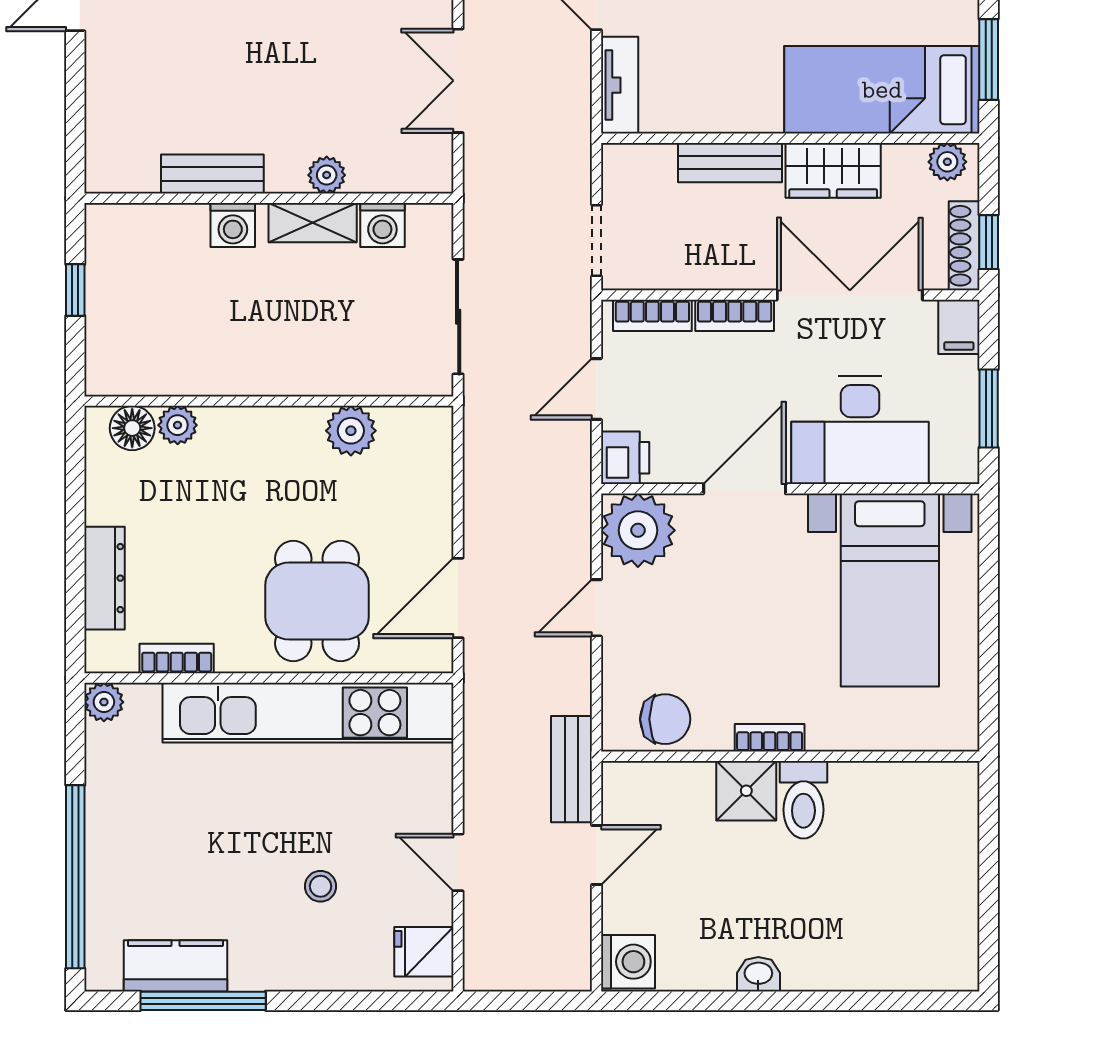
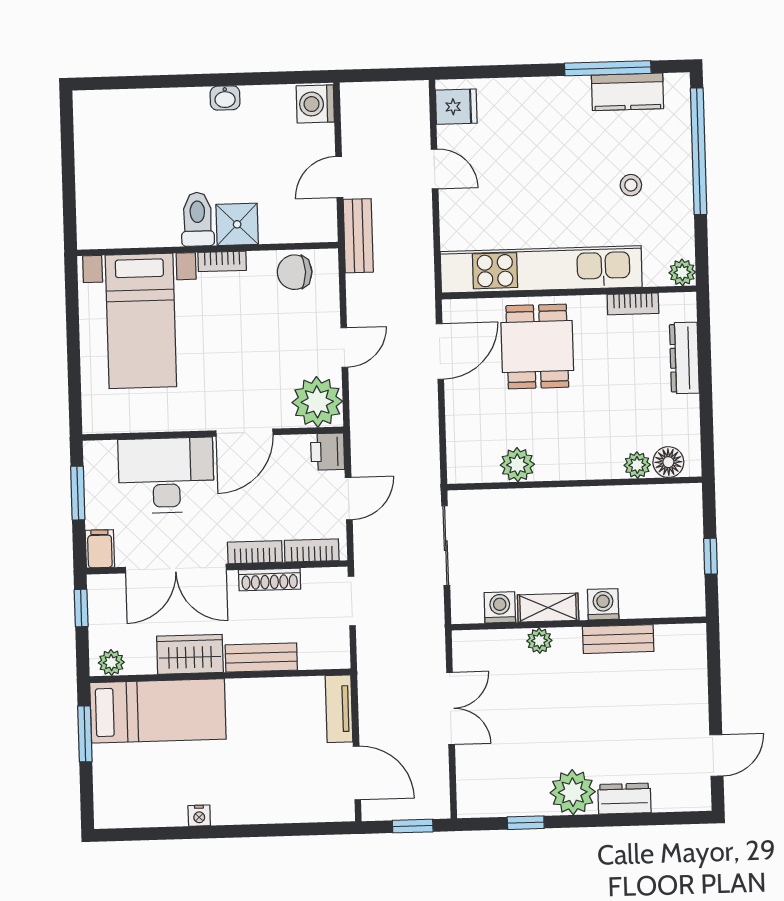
shoe rack: (964, 246) -> (270, 579), moved, turned 90
bed with nightstands: (890, 590) -> (141, 321), moved, turned 180
stool: (321, 886) -> (631, 185), moved

